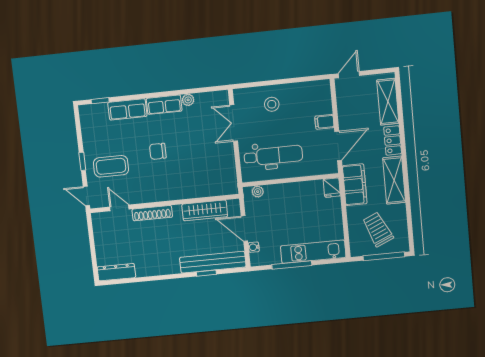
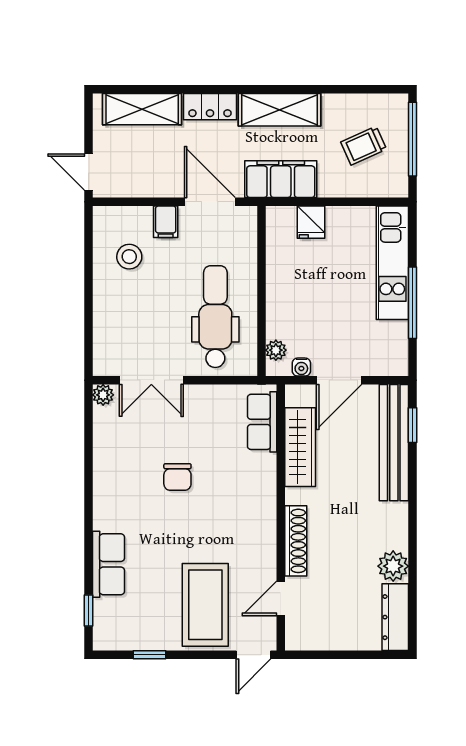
plant: (188, 100) -> (103, 395), moved
stool: (272, 104) -> (129, 257), moved
row of seats: (164, 105) -> (262, 422), moved, turned 180
chair: (158, 151) -> (177, 477), moved
window: (82, 161) -> (149, 655), moved
coffee table: (111, 166) -> (205, 605), width x1.36, depth x1.32
fridge: (332, 188) -> (311, 222), moved, turned 90
trolley: (378, 229) -> (364, 146), width x0.73, depth x0.72
water cooler: (254, 247) -> (301, 367), moved
plant: (144, 268) -> (393, 566), added
window: (206, 273) -> (412, 425), moved

